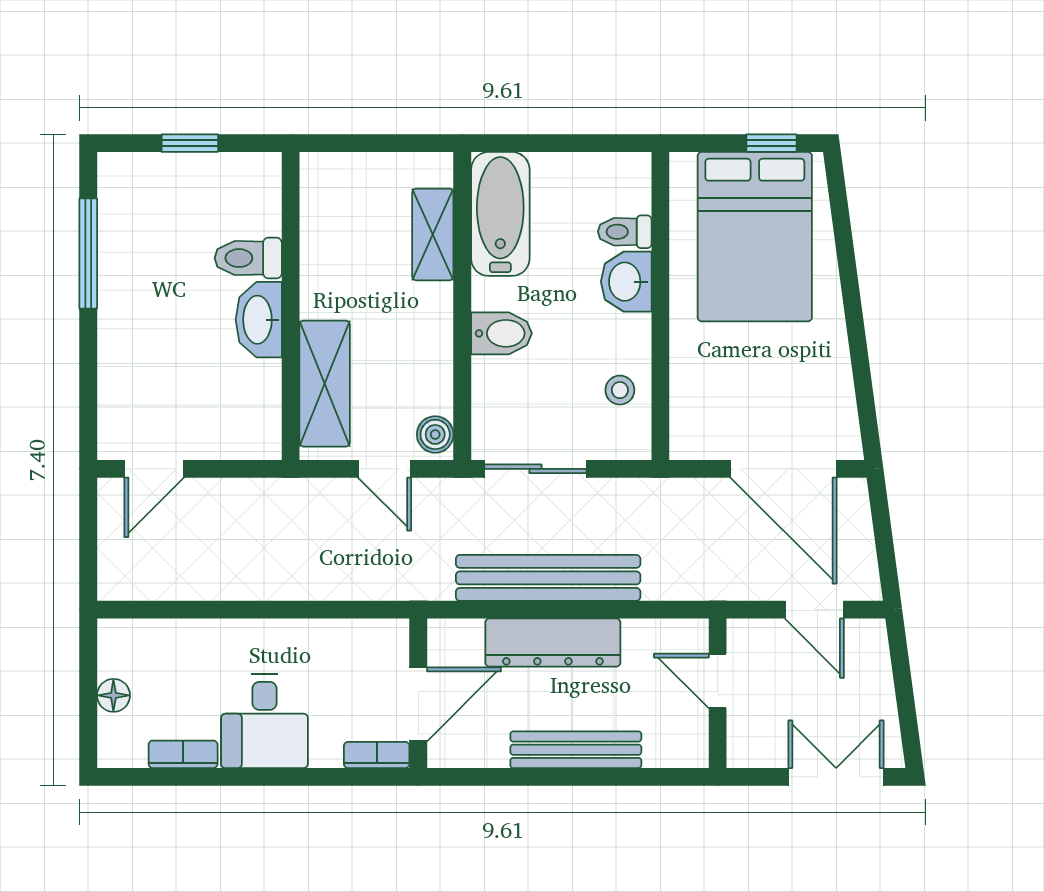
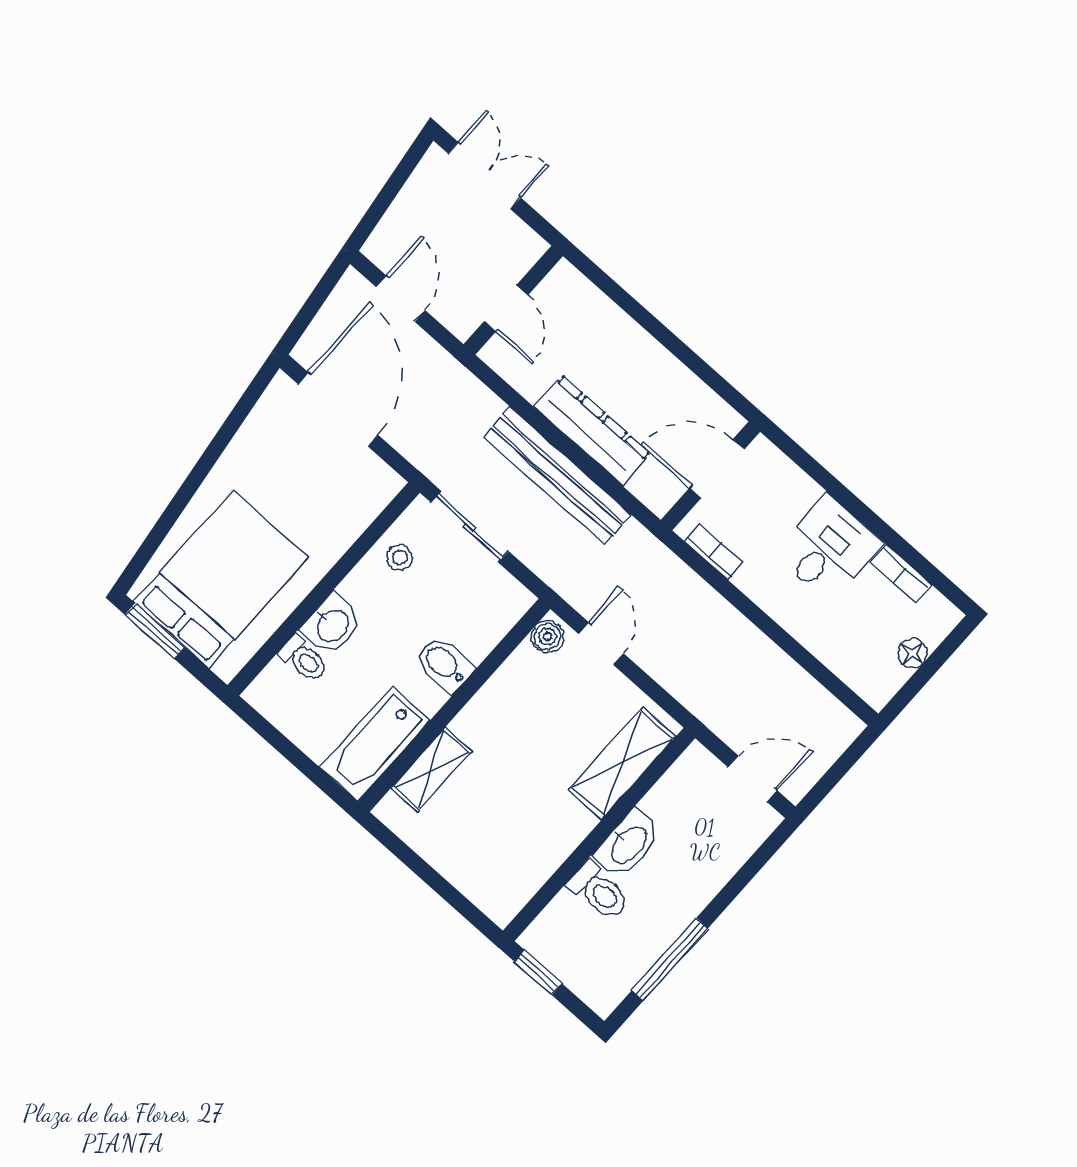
window: (771, 143) -> (155, 631), width x1.50
toilet: (248, 258) -> (599, 891), moved
wall: (291, 306) -> (599, 834), moved
washbasin: (259, 320) -> (628, 844), moved
shelving: (325, 384) -> (622, 763), moved
sliding door: (535, 469) -> (470, 527), moved
bench: (576, 750) -> (640, 346), removed
bookcase: (377, 755) -> (714, 552), moved, turned 180
double door: (836, 777) -> (484, 176), swing flipped

